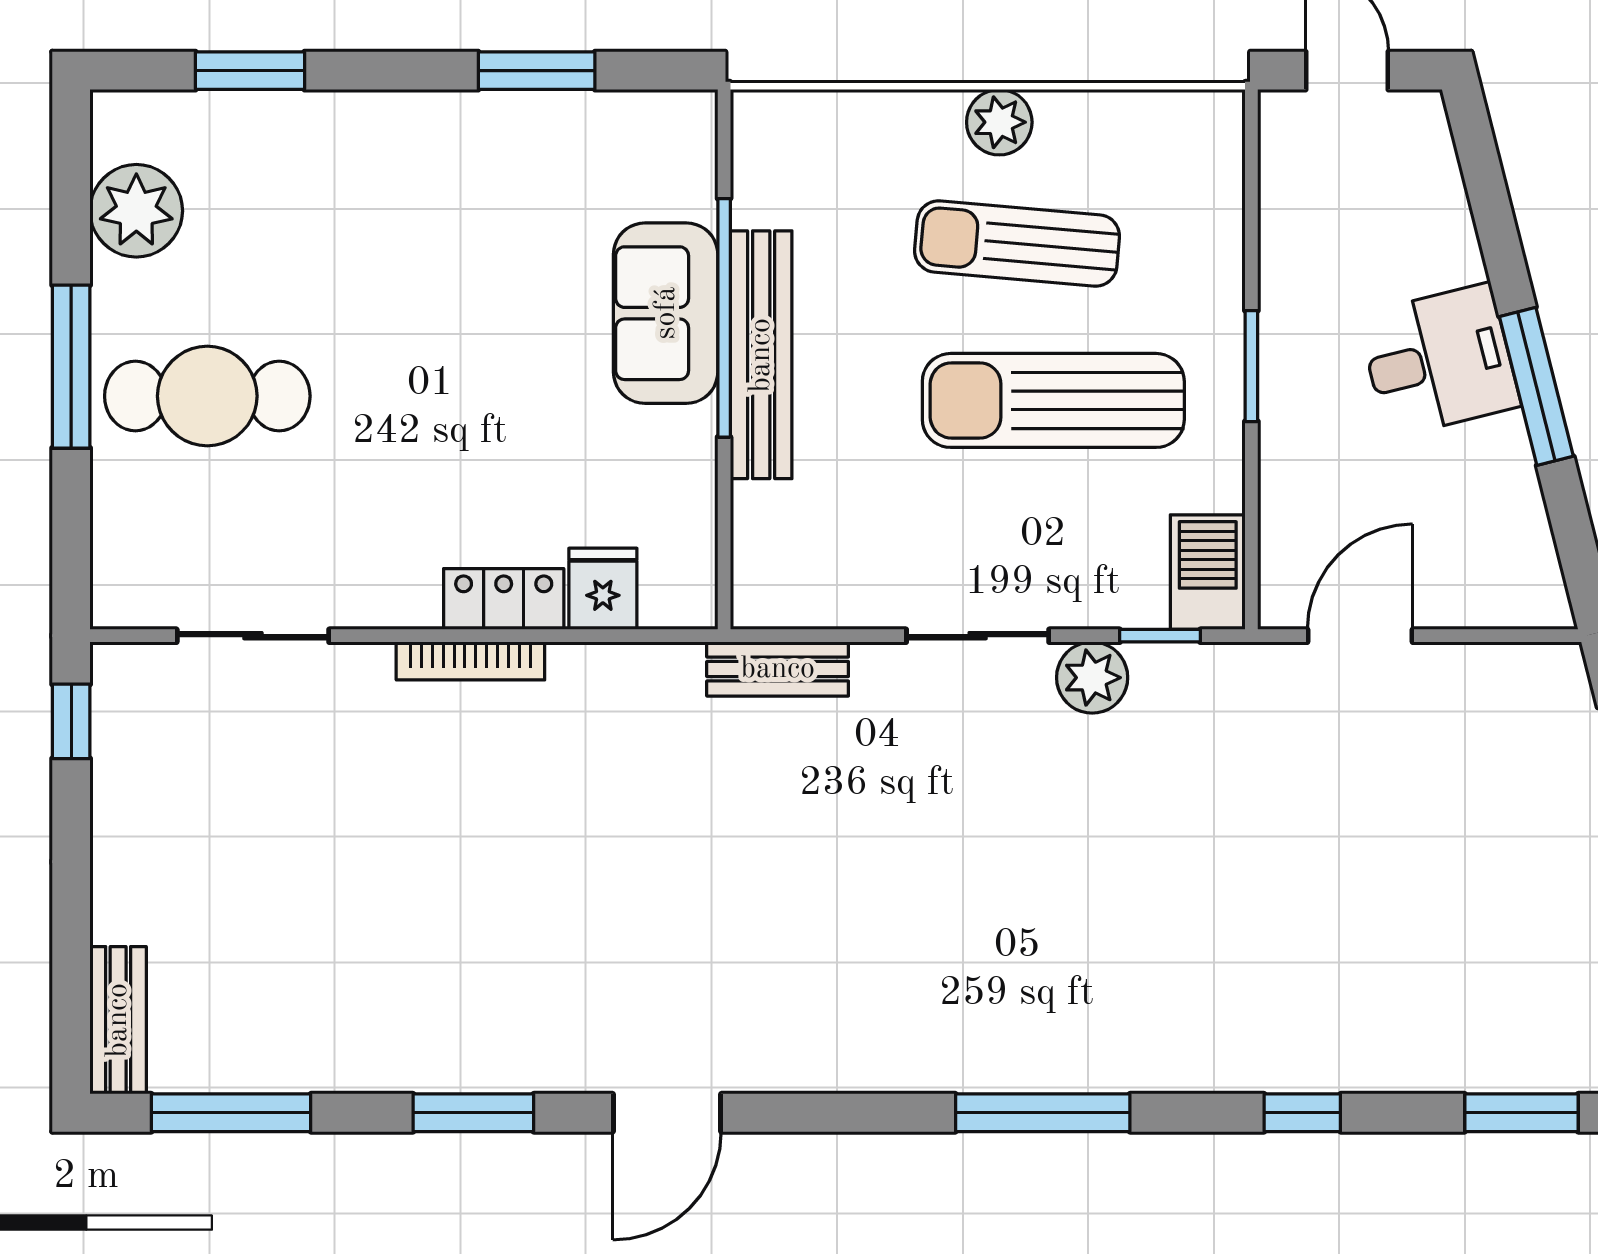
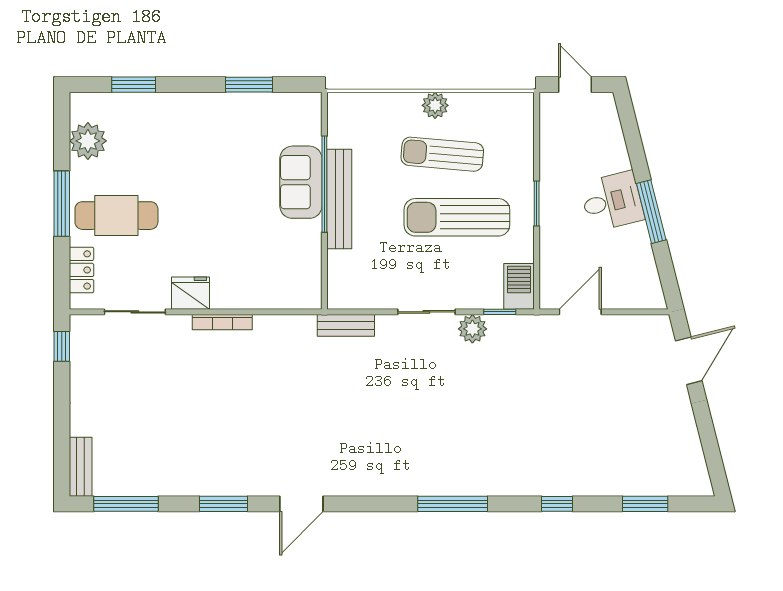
fridge: (603, 589) -> (191, 293), moved, width x1.38
locker: (504, 599) -> (81, 270), moved, turned 90

